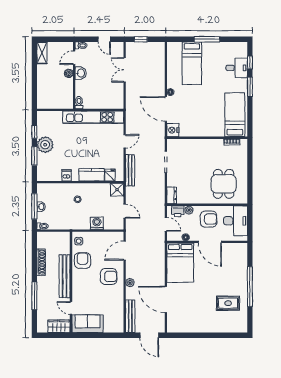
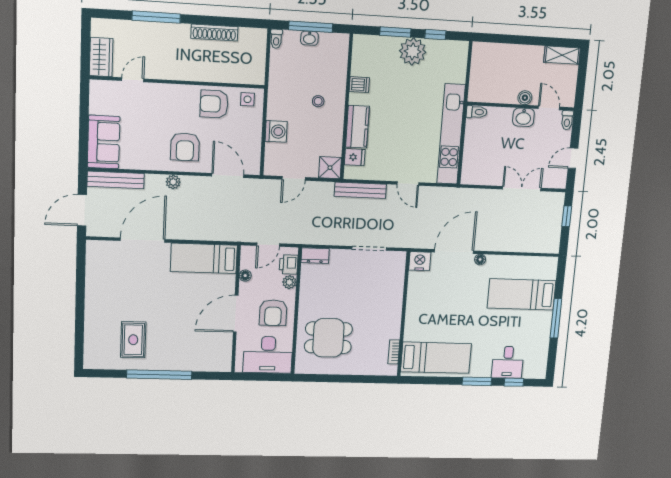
armchair: (83, 261) -> (214, 104), turned 180
bed: (180, 263) -> (204, 258), width x0.67
bench: (65, 276) -> (188, 72), removed
sofa: (87, 324) -> (104, 142), moved

